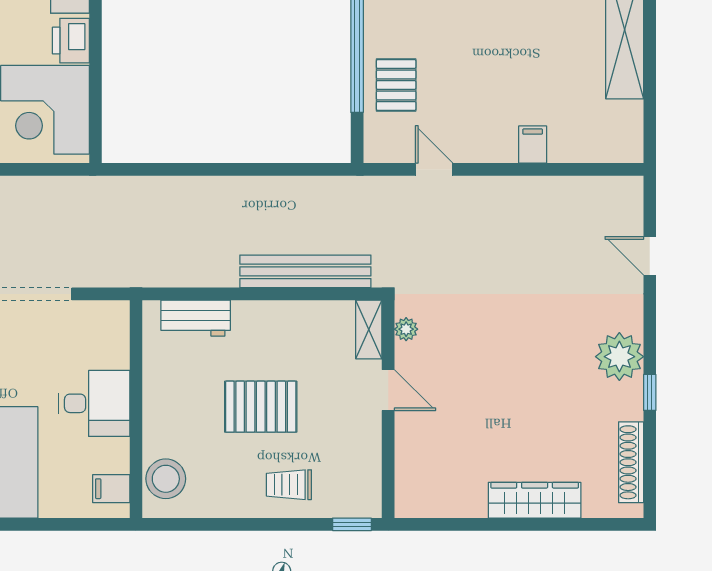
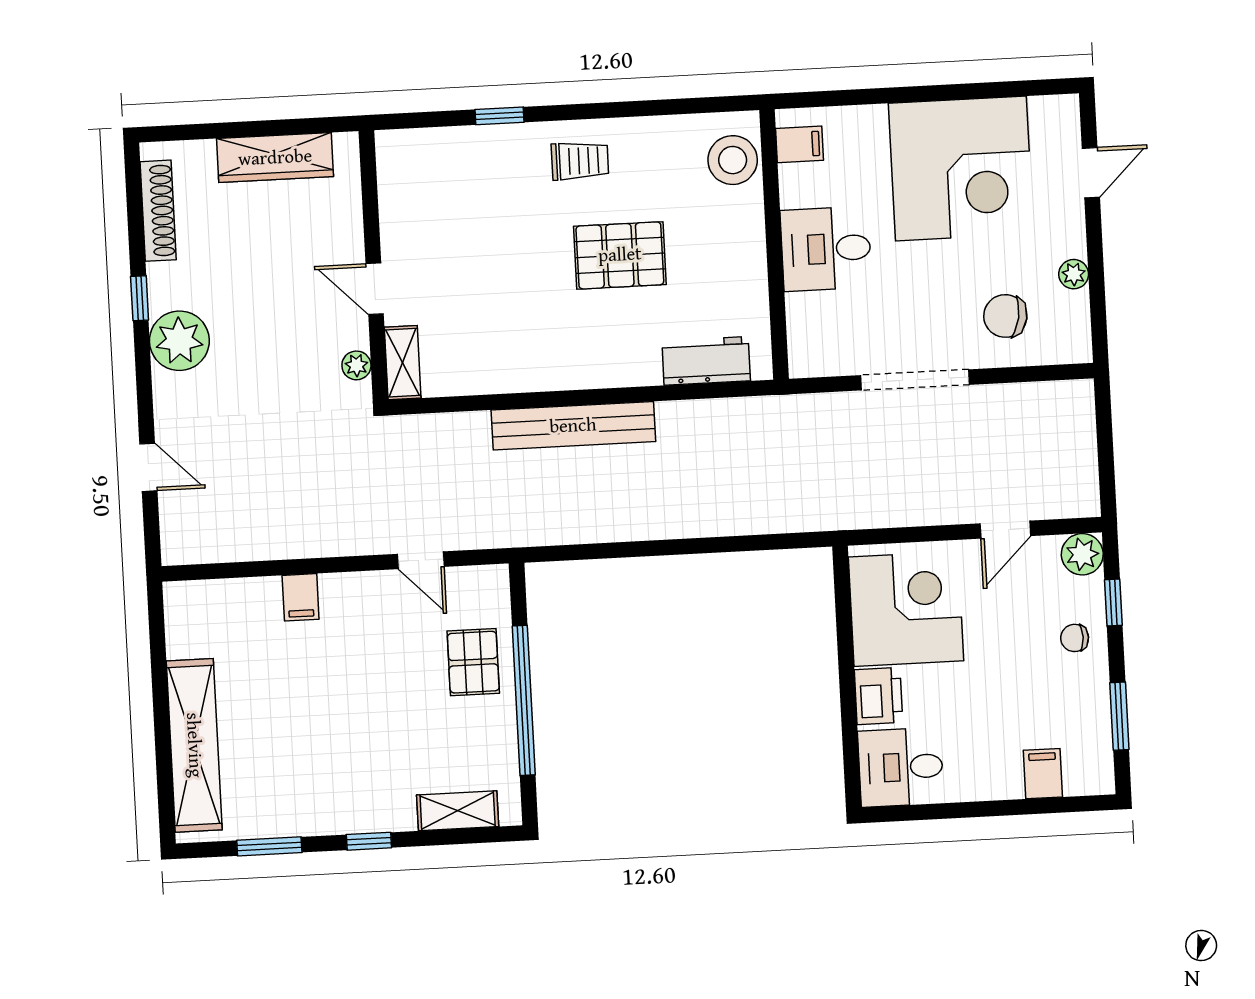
shelving: (369, 329) -> (403, 363), moved
plant: (406, 329) -> (356, 365), moved
door: (388, 390) -> (375, 289), moved
wall: (388, 409) -> (373, 265), moved

